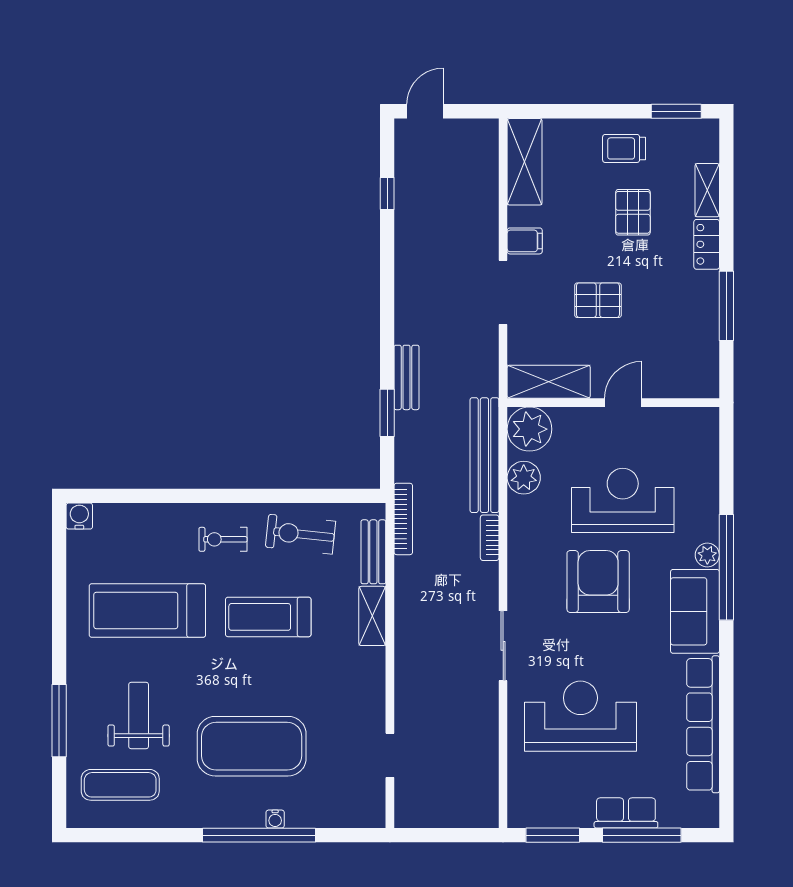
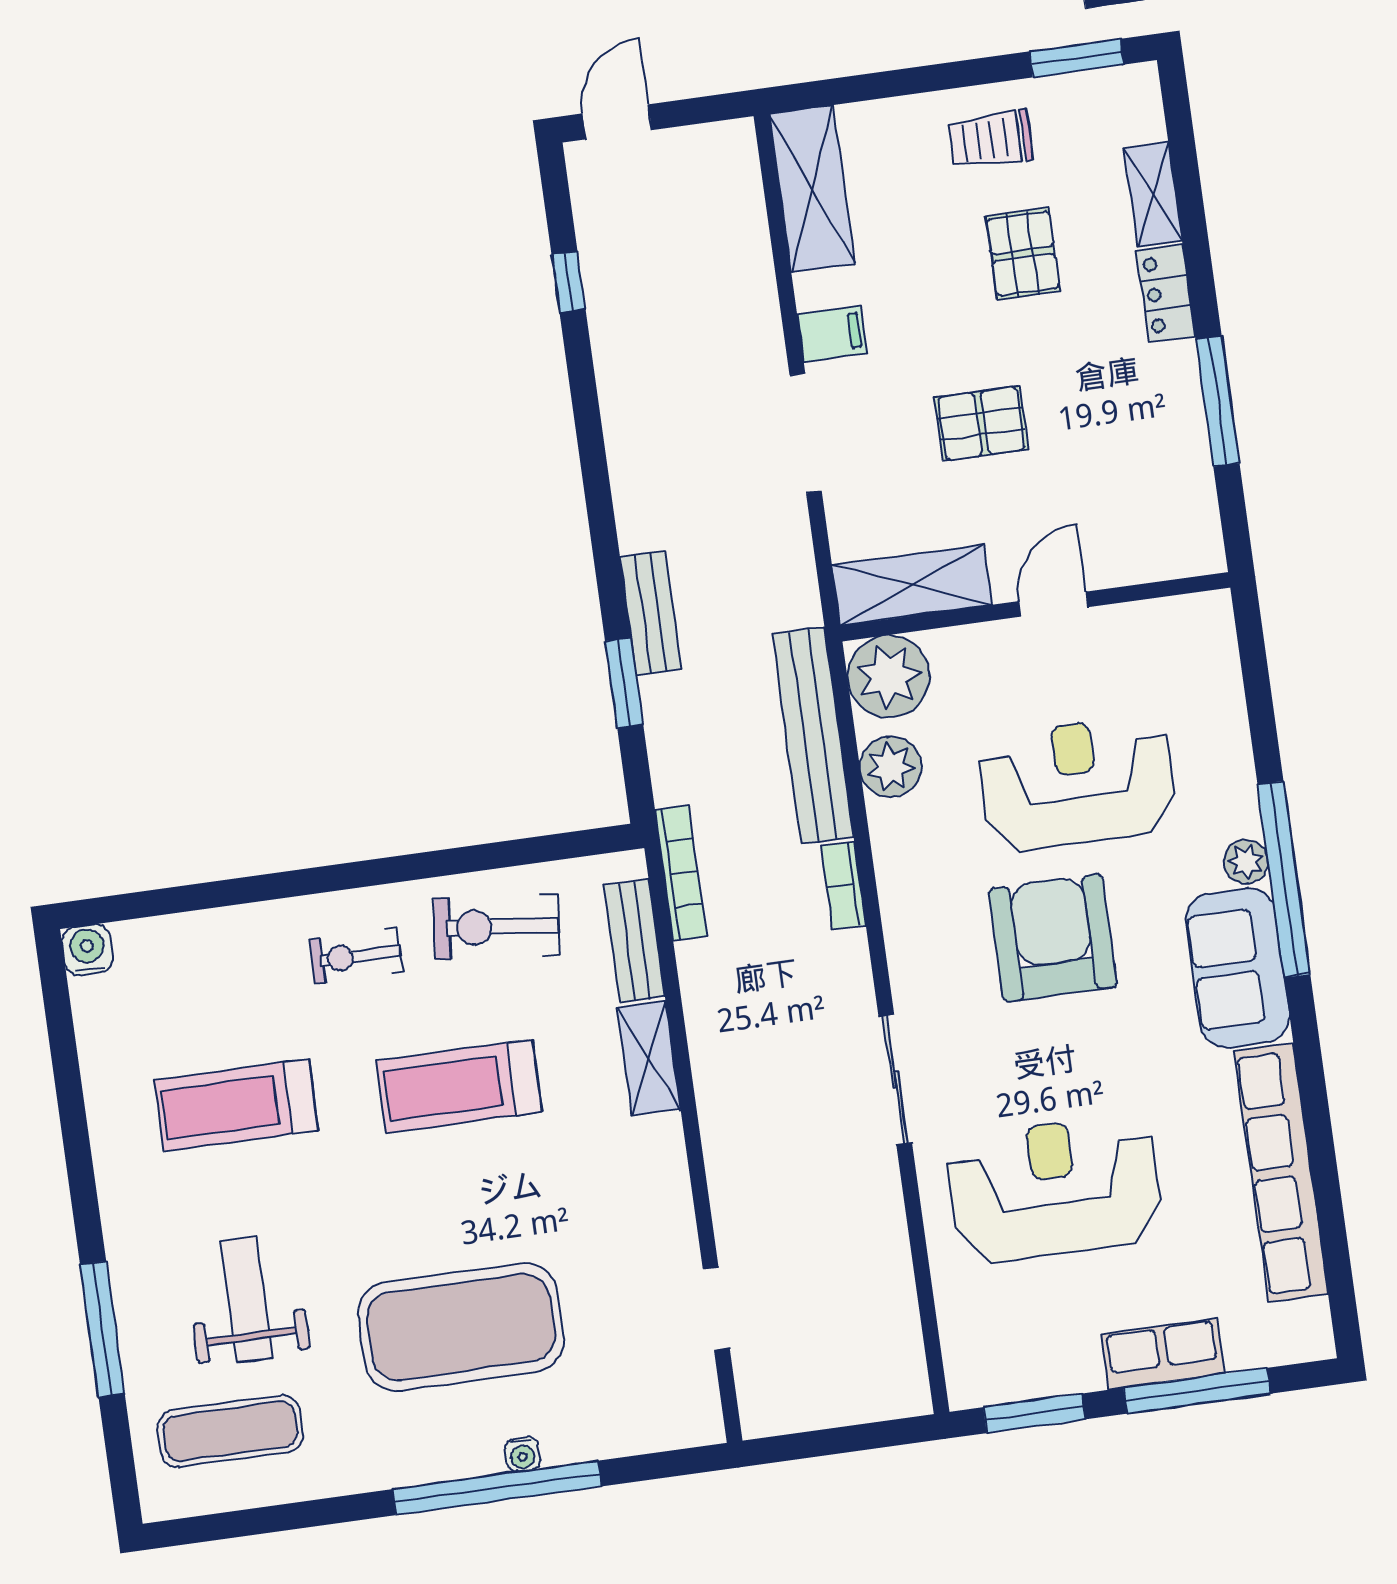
treadmill: (147, 610) -> (236, 1105), width x0.73, depth x0.73

